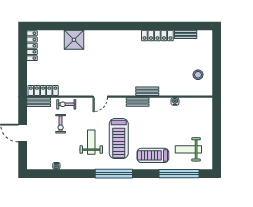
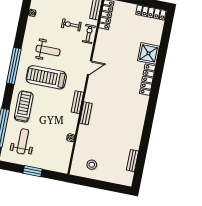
locker: (157, 36) -> (147, 80), moved
door: (100, 97) -> (90, 68), swing flipped
window: (217, 133) -> (33, 171), added

